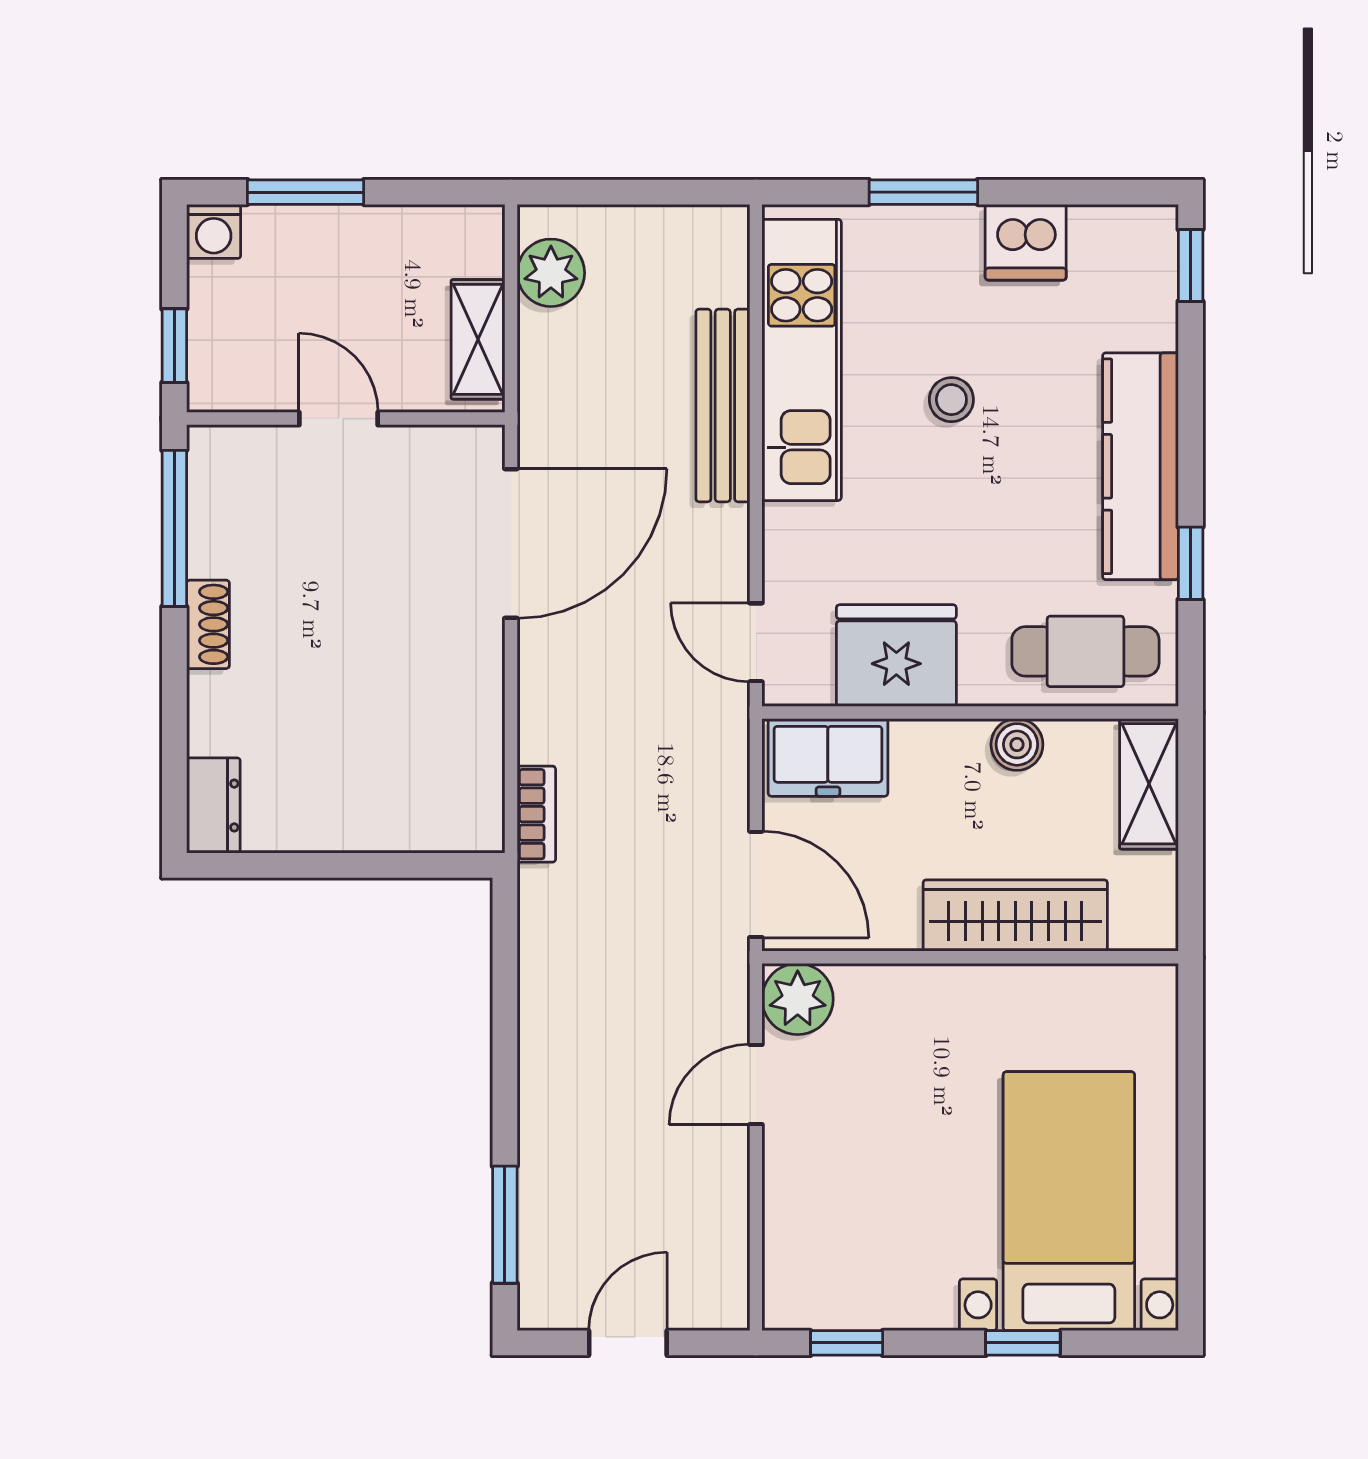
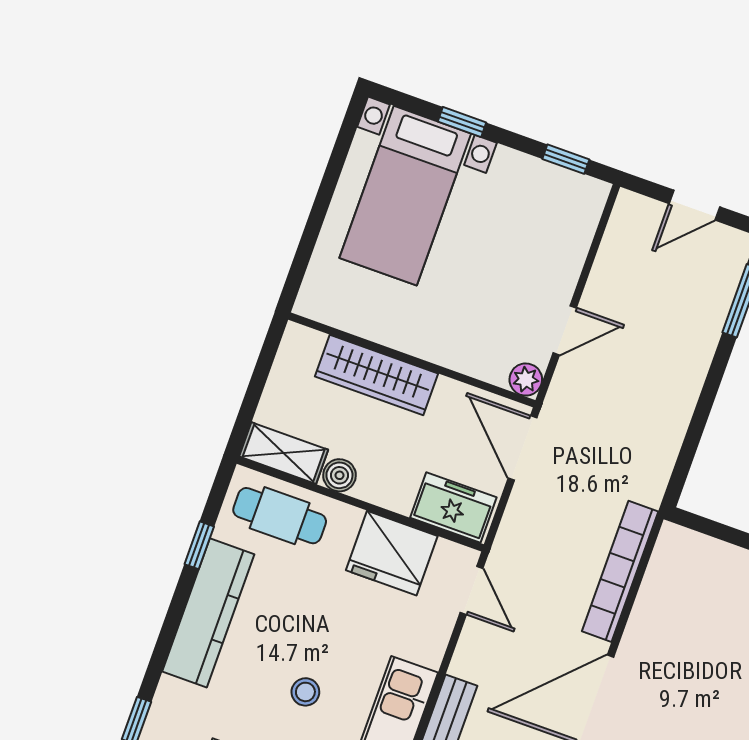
shelving: (1149, 784) -> (284, 453), moved, turned 90
bookcase: (536, 814) -> (620, 571), width x2.31, depth x1.31
plant: (798, 999) -> (526, 380), width x0.73, depth x0.73

